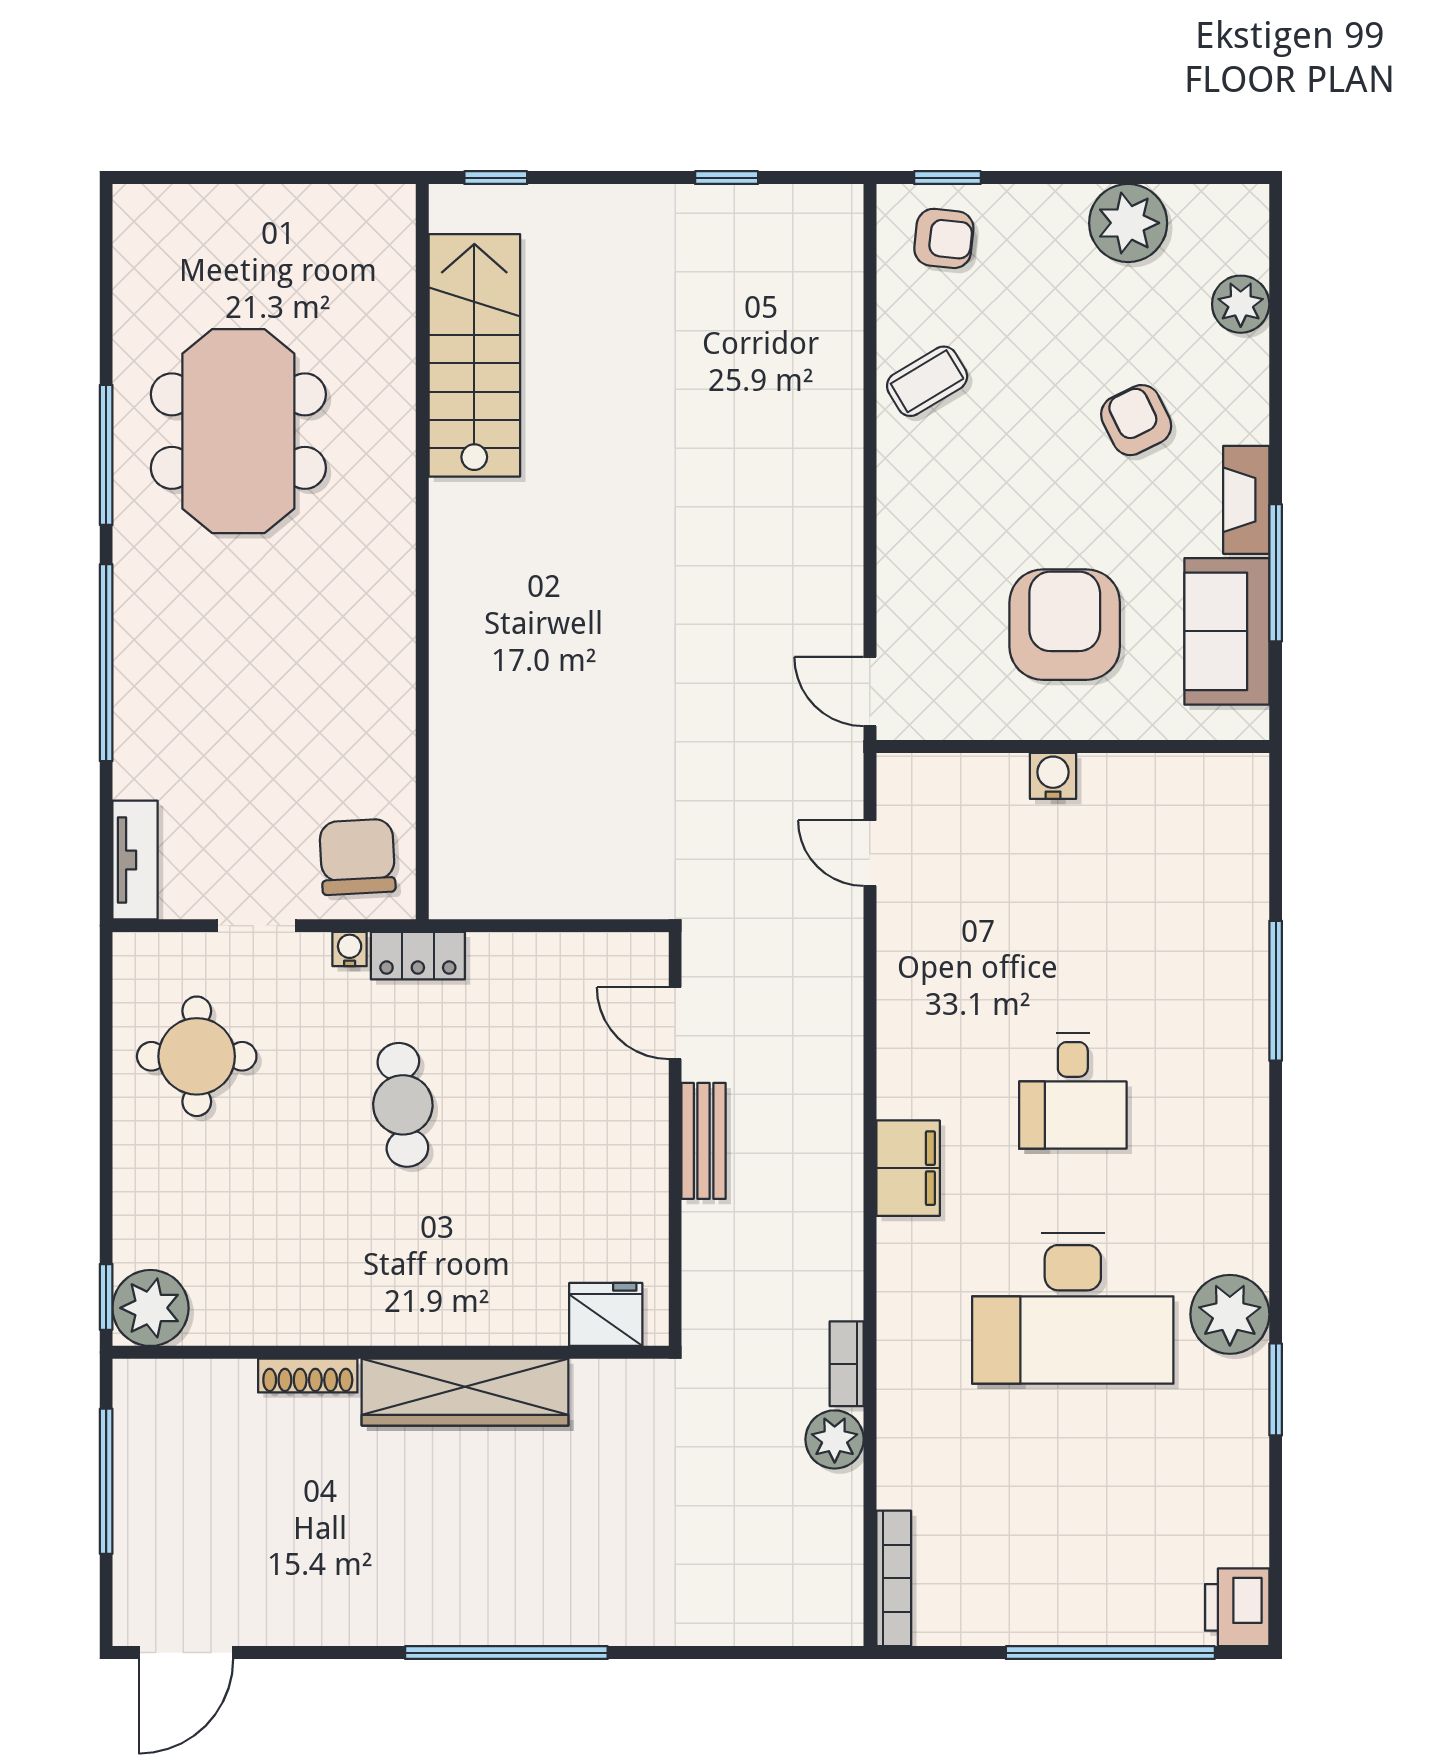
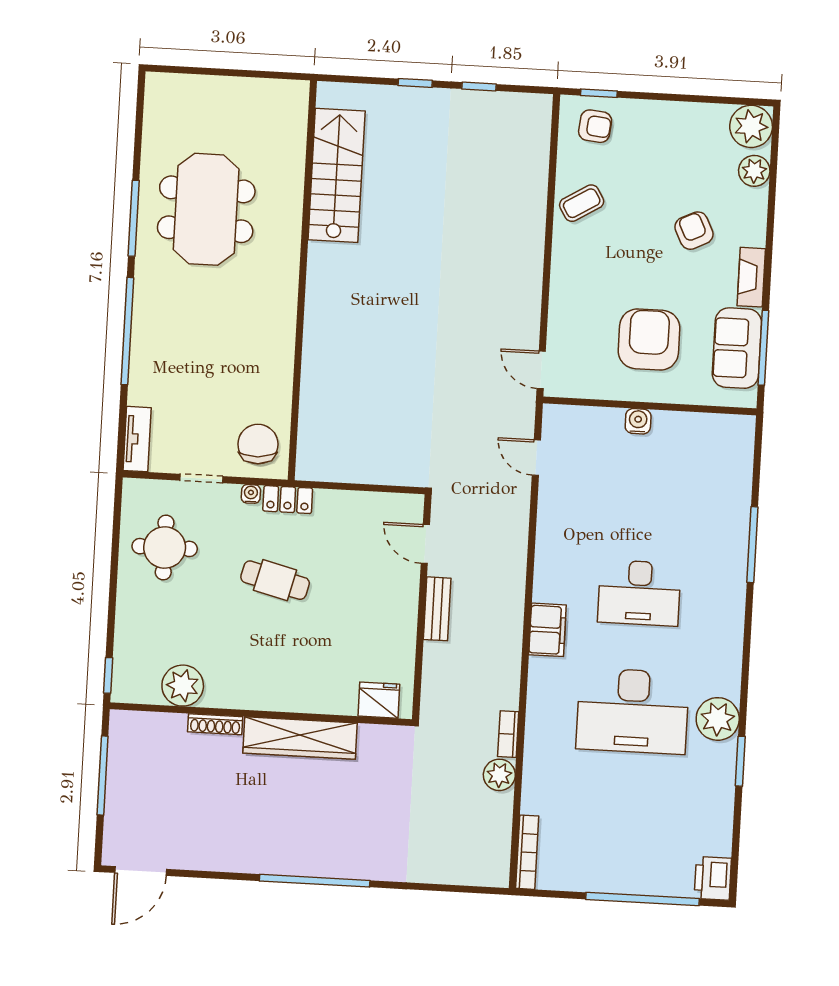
window: (496, 178) -> (415, 83), moved
plant: (1128, 223) -> (751, 126), moved
window: (1276, 573) -> (763, 348), moved
desk: (1073, 1091) -> (639, 593), width x1.37
cafe table: (403, 1105) -> (275, 580), turned -70
plant: (150, 1308) -> (183, 686), moved

